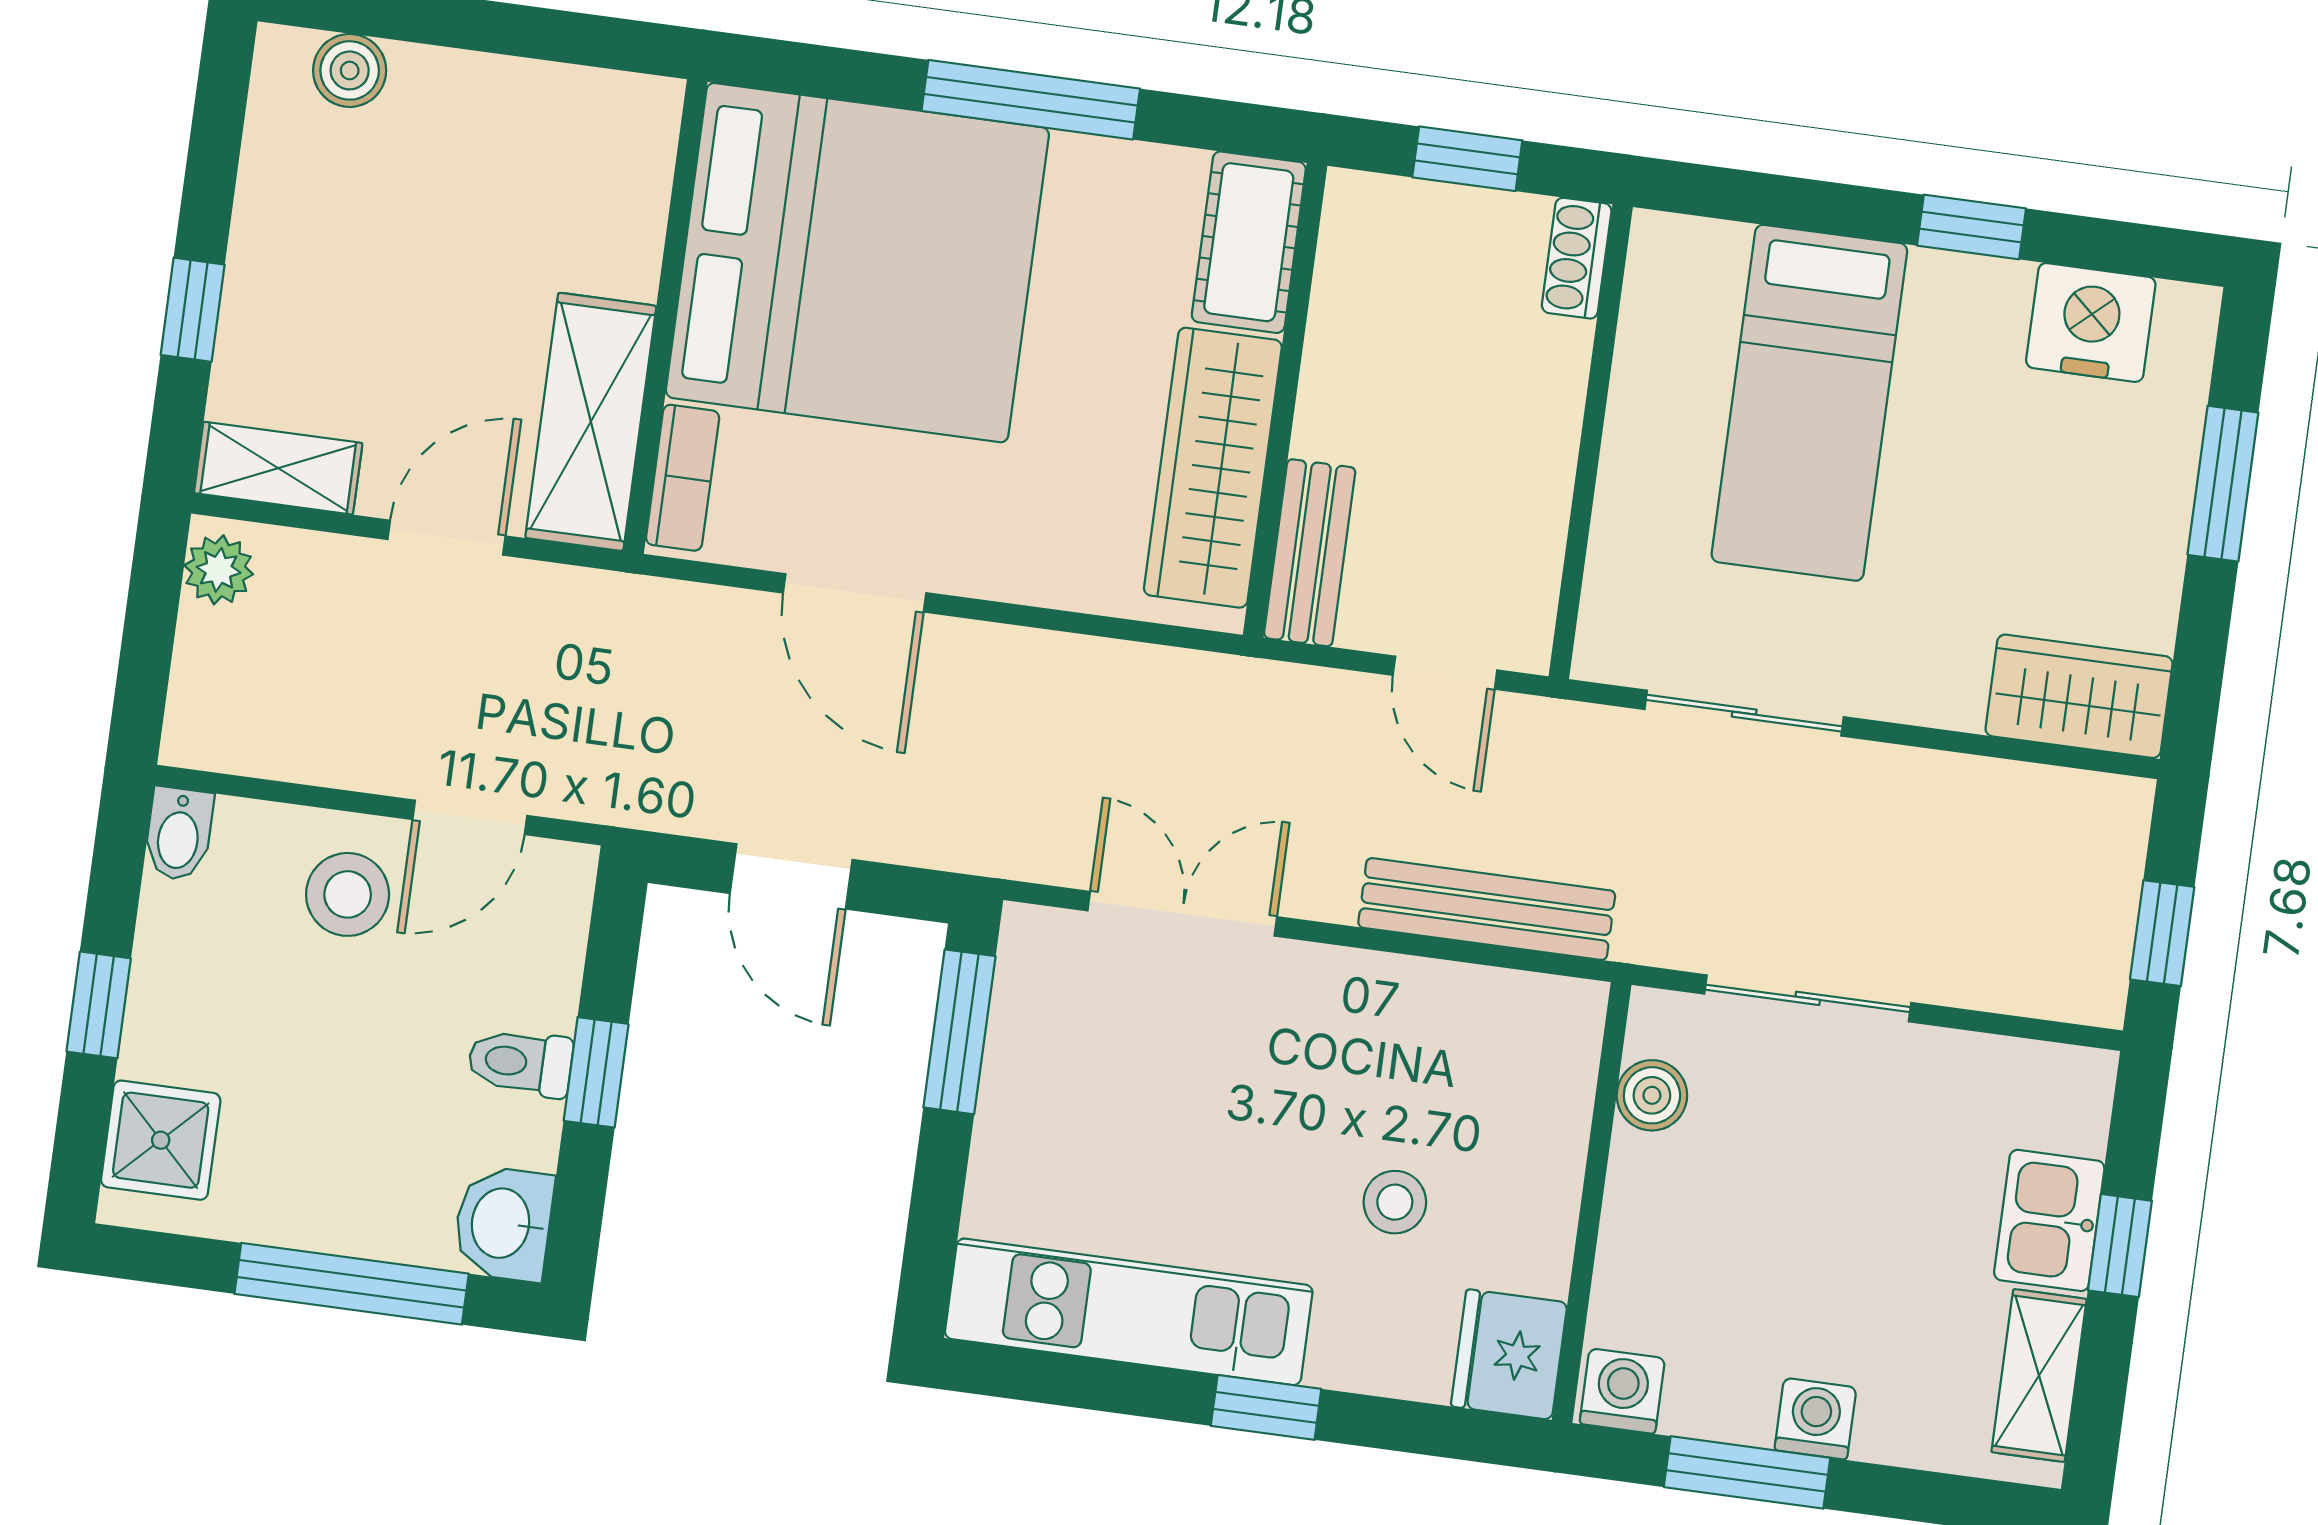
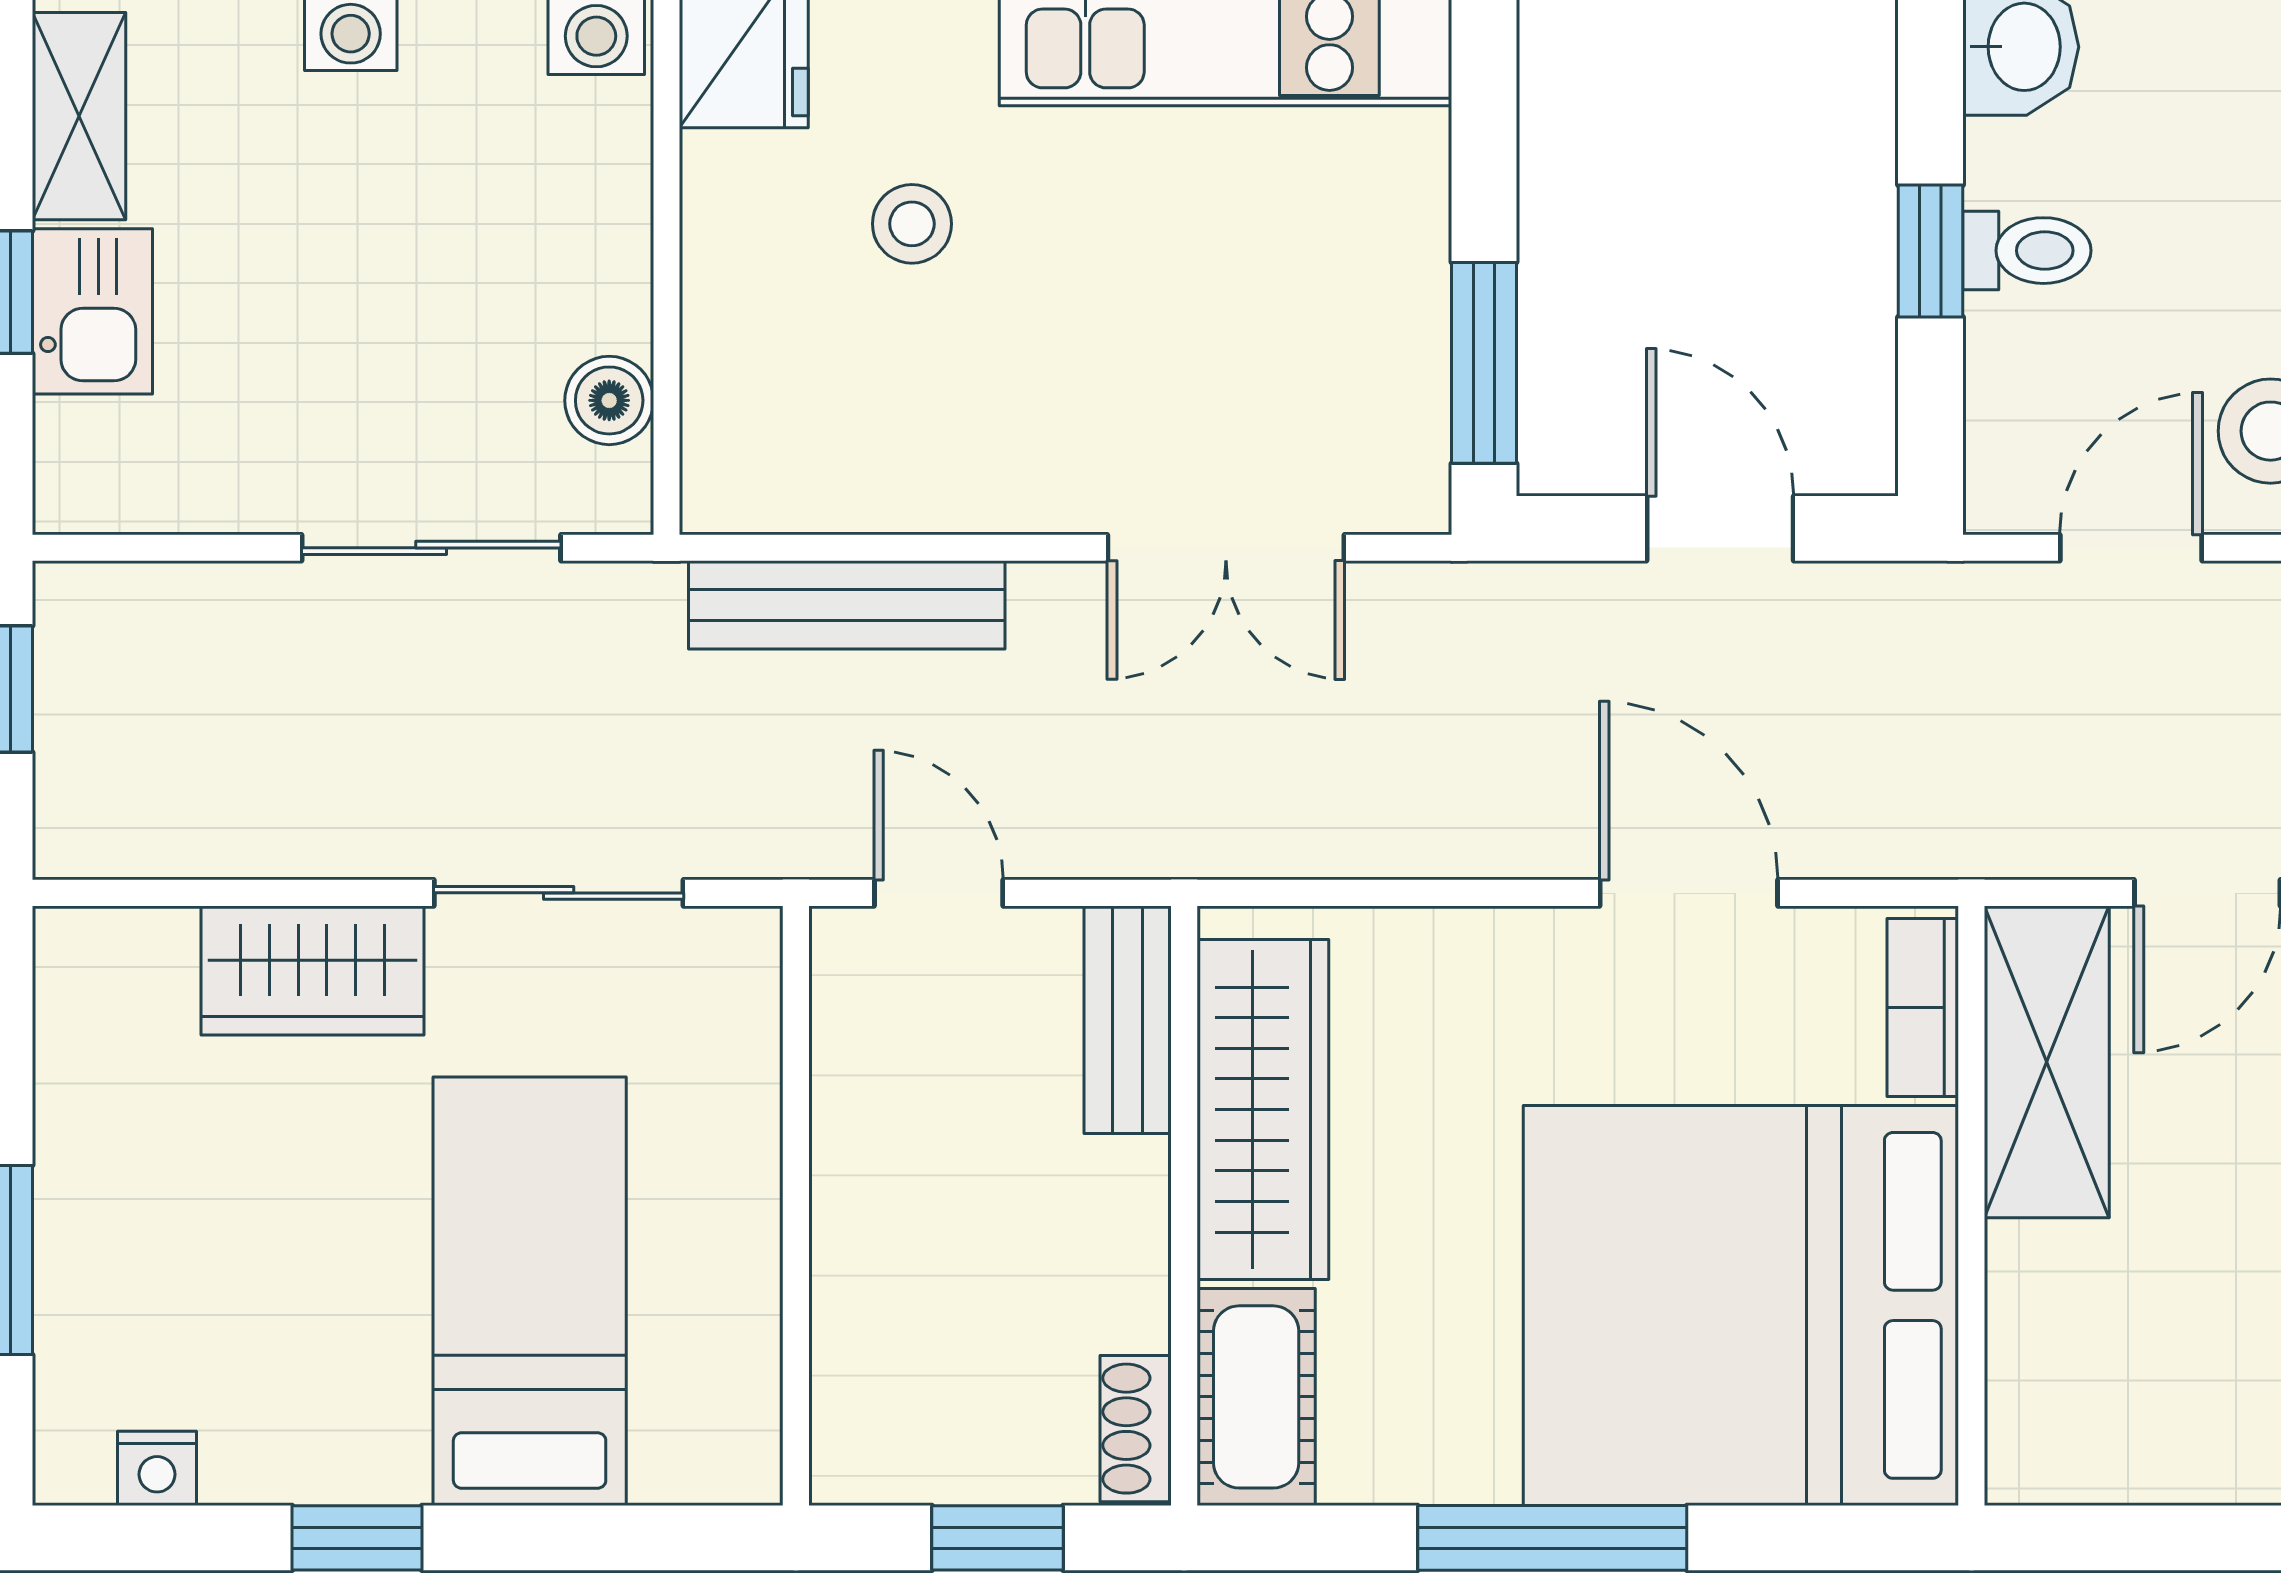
shoe rack: (1577, 258) -> (1136, 1429), moved, turned 180
nightstand: (2091, 322) -> (157, 1468), width x0.53, depth x0.56
wardrobe: (2079, 696) -> (312, 970), moved

